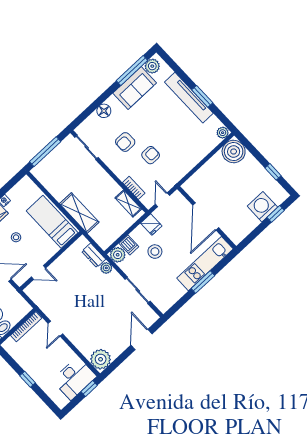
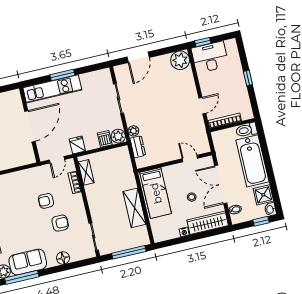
shelving: (79, 213) -> (135, 208), moved
stool: (155, 252) -> (87, 122), removed

